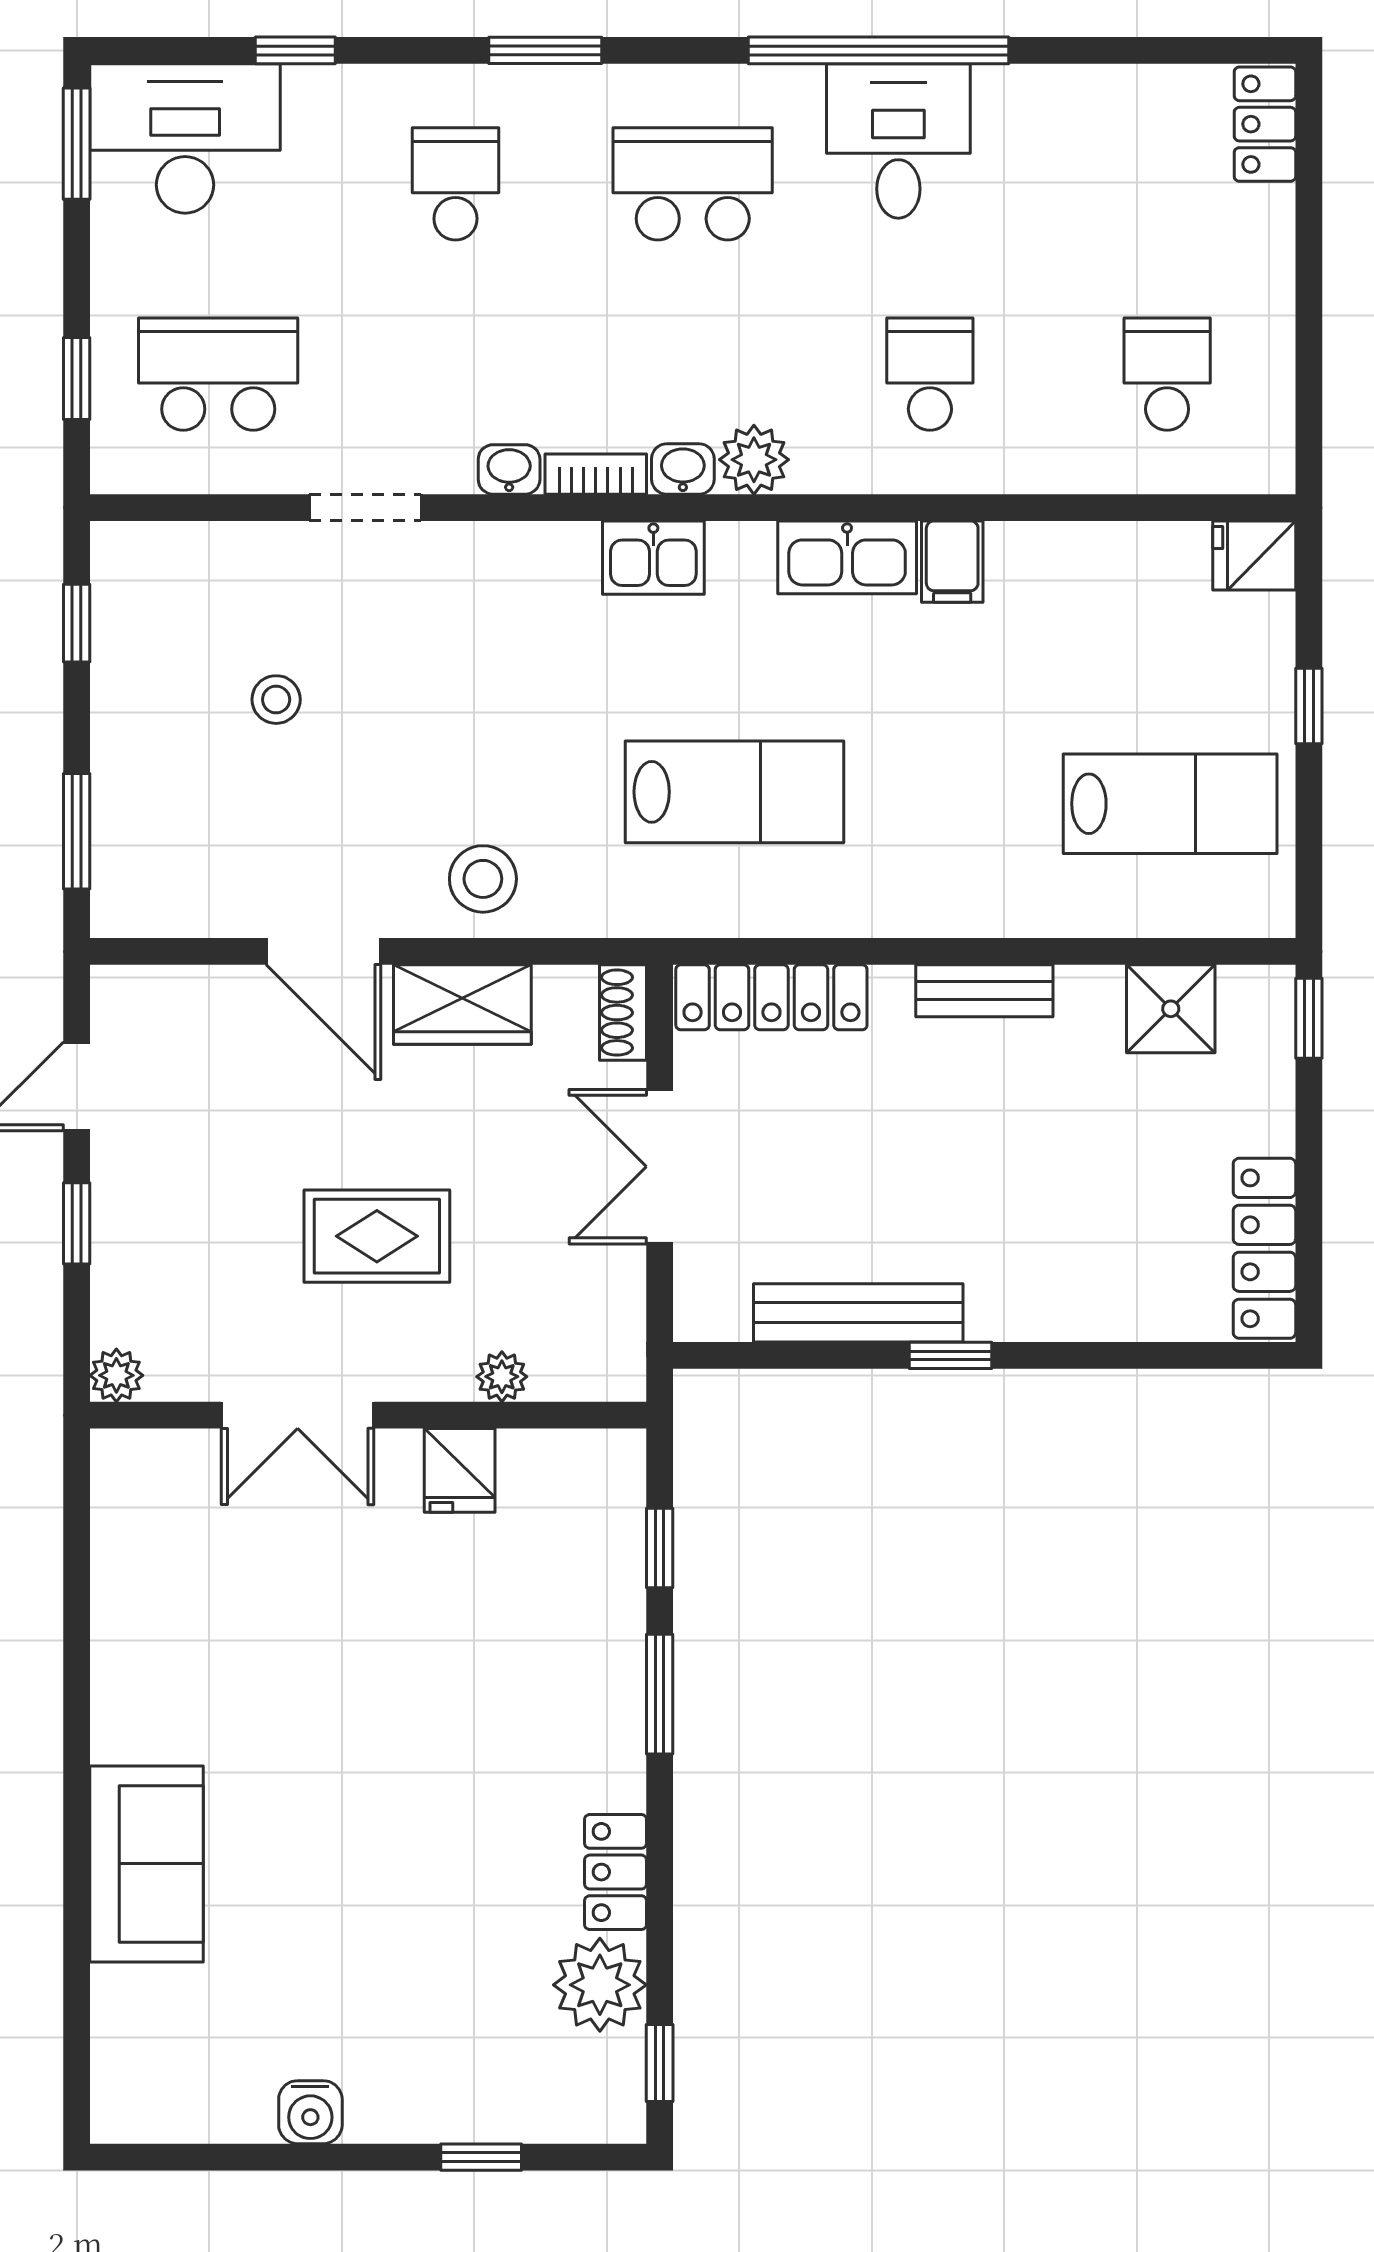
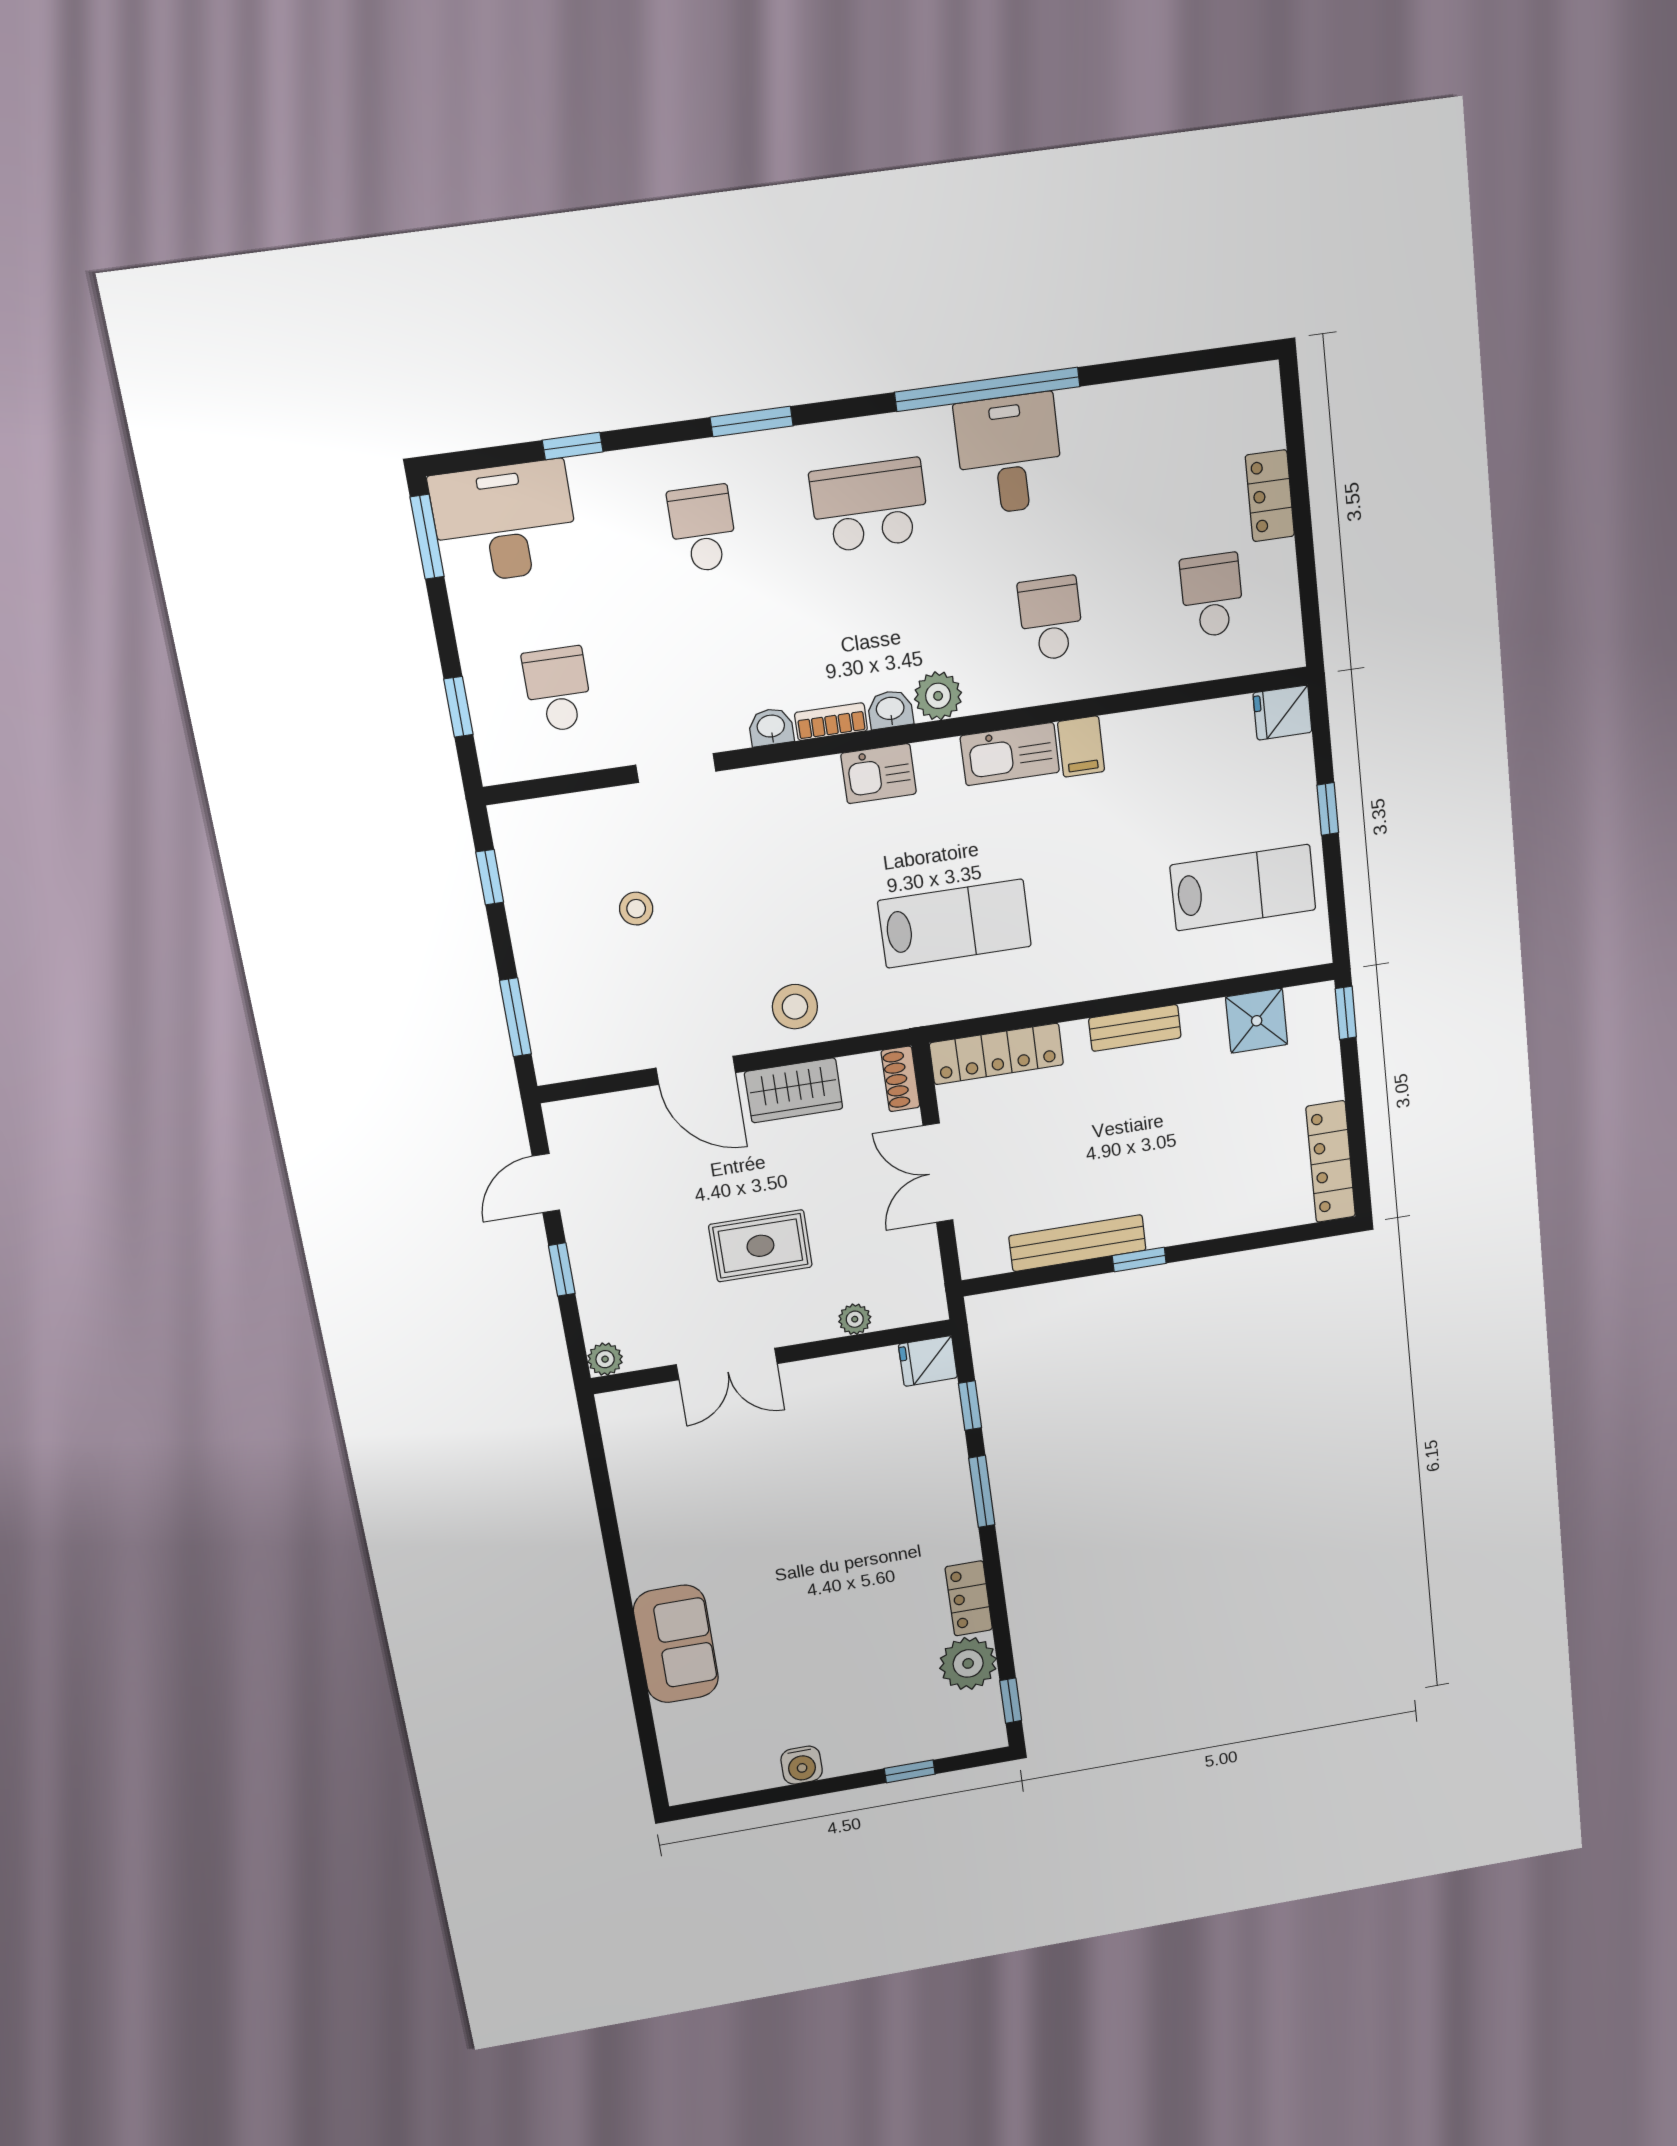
locker: (1265, 124) -> (1270, 496), moved
school desk: (218, 374) -> (558, 689), width x0.54
fridge: (460, 1470) -> (928, 1361), moved, turned 90

